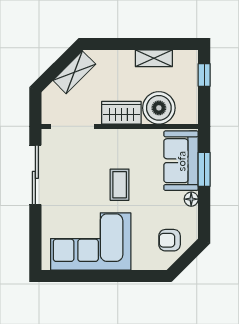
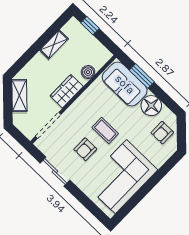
boiler: (159, 108) -> (88, 72), width x0.54, depth x0.54
sliding door: (35, 175) -> (55, 172), width x0.73
armchair: (84, 183) -> (85, 149), added
floor lamp: (191, 199) -> (151, 106), width x1.89, depth x1.89

